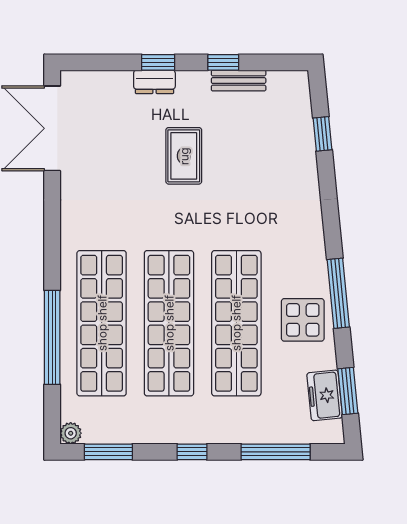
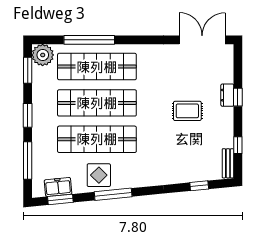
window: (223, 62) -> (238, 145), moved
bench: (239, 81) -> (228, 163), moved
plant: (71, 433) -> (43, 55), width x1.88, depth x1.88
window: (192, 452) -> (28, 115), width x1.50

